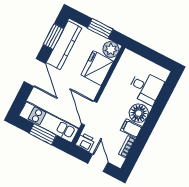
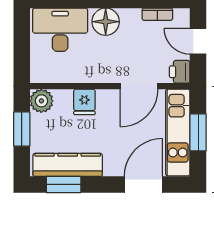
fridge: (97, 68) -> (84, 102), width x0.53, depth x0.75
door: (35, 72) -> (143, 184), moved
desk: (146, 88) -> (60, 30), width x1.37
filing cabinet: (131, 128) -> (131, 21), removed
door: (98, 163) -> (198, 41), hinge flipped

